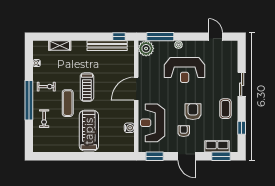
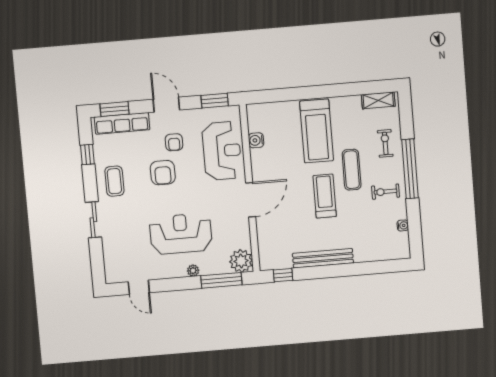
shelving: (60, 46) -> (378, 100), moved
bench: (107, 46) -> (323, 258), moved
row of seats: (217, 146) -> (122, 123), width x1.48

